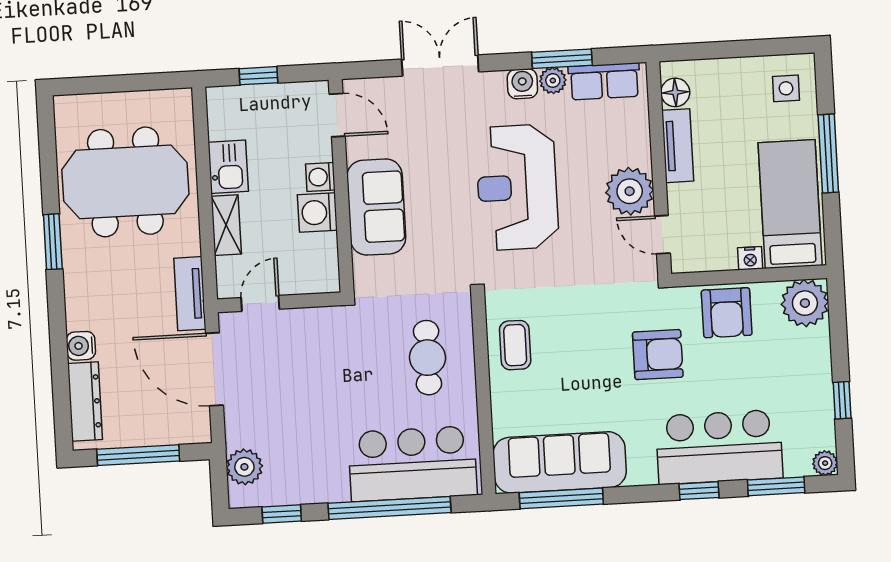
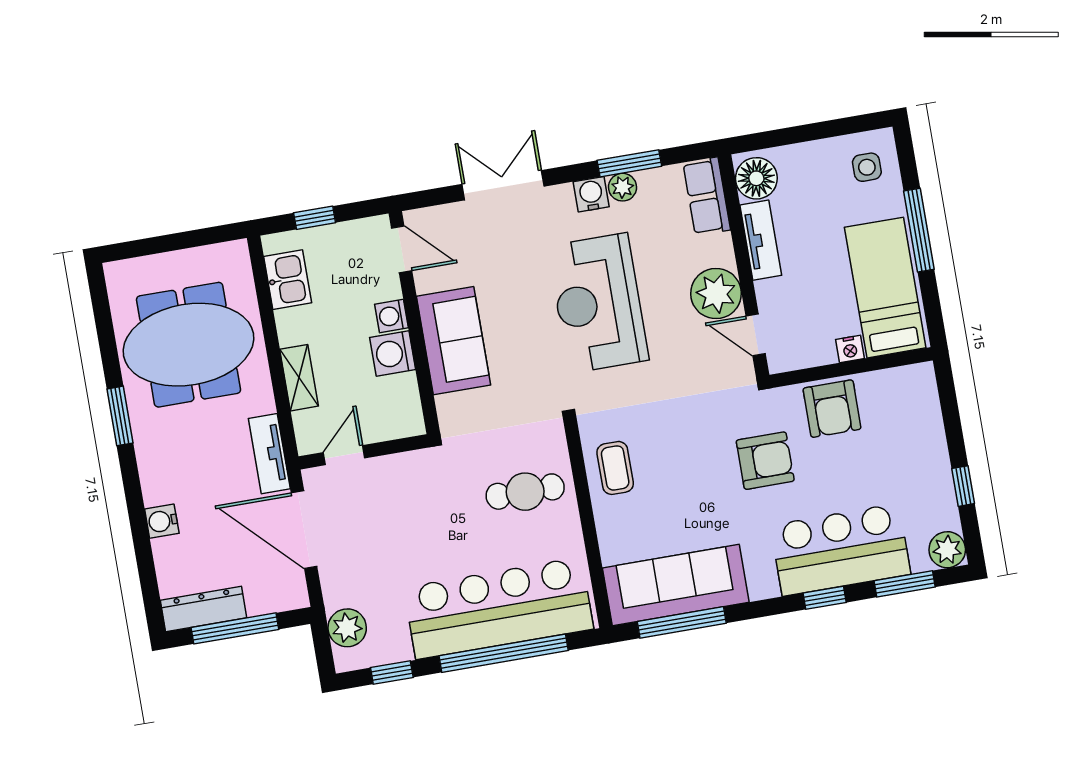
row of seats: (604, 81) -> (707, 196), moved, turned 90
floor lamp: (675, 92) -> (756, 178), width x1.38, depth x1.38
kitchen sink: (228, 167) -> (288, 280), moved
plant: (805, 303) -> (913, 389), removed
cafe table: (427, 358) -> (525, 492), turned 90
dresser: (85, 401) -> (204, 609), moved, turned -90
plant: (825, 463) -> (947, 550), width x1.38, depth x1.38
bar counter: (413, 464) -> (499, 608), width x1.36

